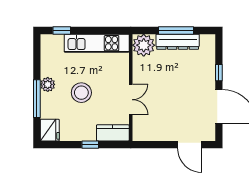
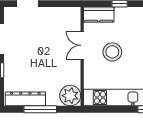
dresser: (178, 42) -> (25, 99), moved
stool: (81, 93) -> (112, 52), moved

